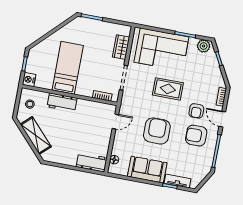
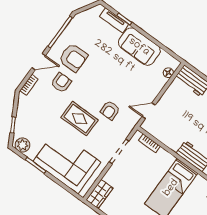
wardrobe: (121, 47) -> (100, 194), moved
door: (222, 119) -> (39, 62), hinge flipped
armchair: (157, 131) -> (110, 110), moved, width x0.53, depth x0.53

